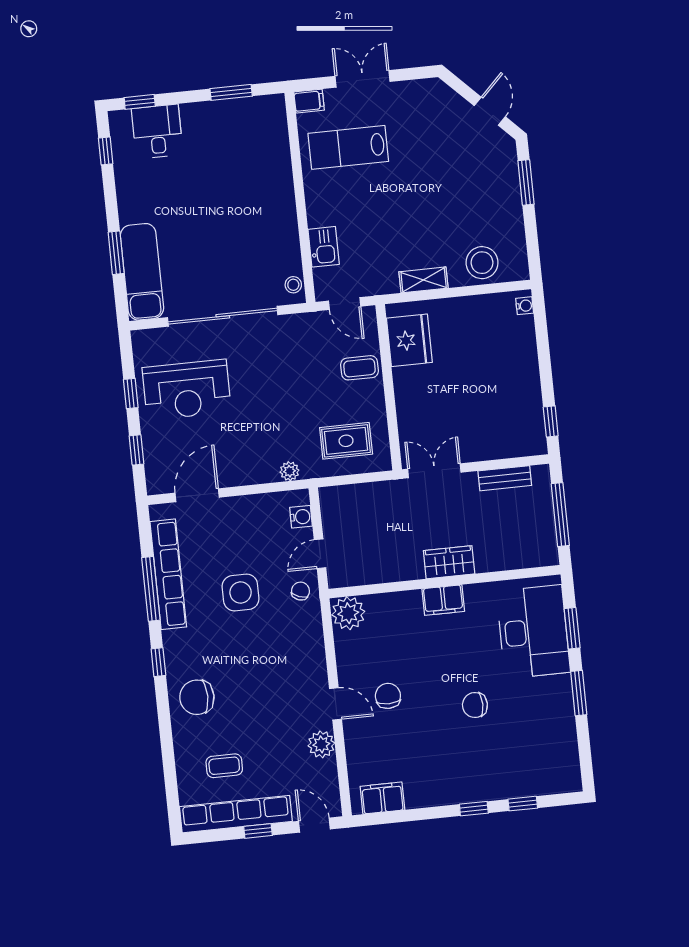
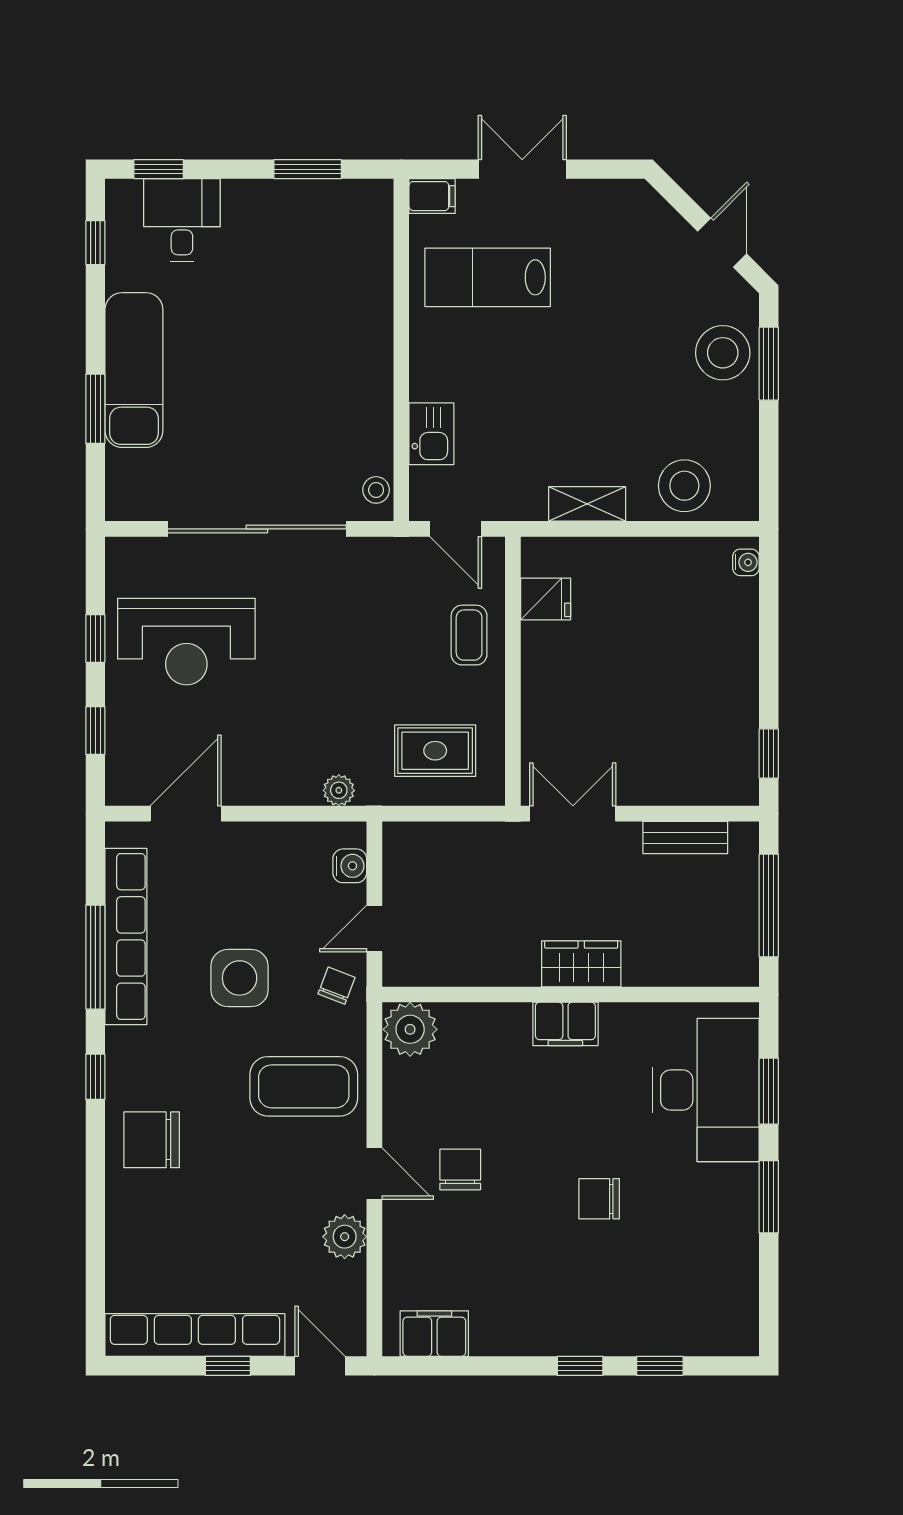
stool: (497, 179) -> (723, 353), added
exam couch: (142, 272) -> (134, 370), moved
fridge: (409, 340) -> (546, 599), width x0.53, depth x0.75
coffee table: (359, 368) -> (469, 635), turned 90
coffee table: (224, 766) -> (304, 1086), moved, width x1.86, depth x1.72

